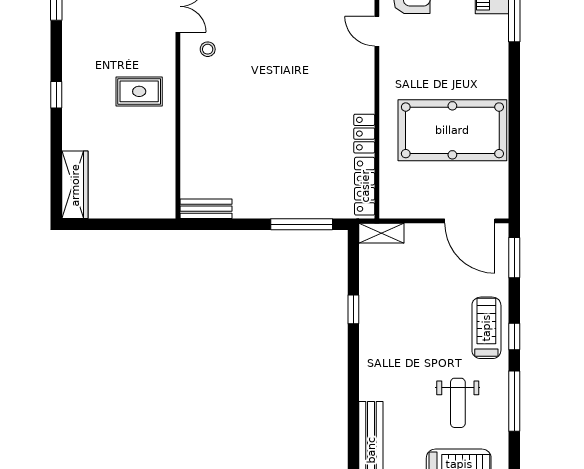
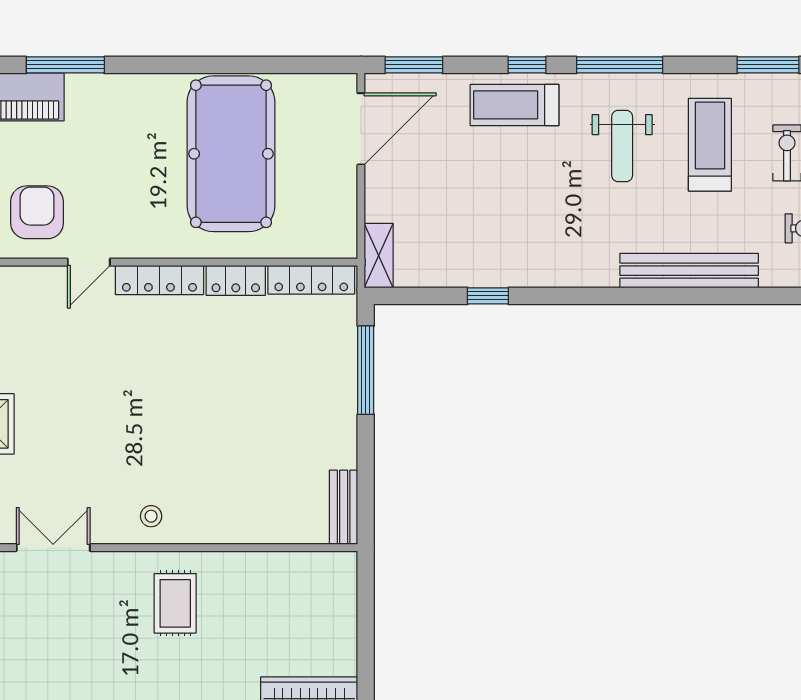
stool: (208, 49) -> (151, 516), moved
locker: (364, 80) -> (159, 280), added
weight bench: (458, 403) -> (622, 146), turned 90

